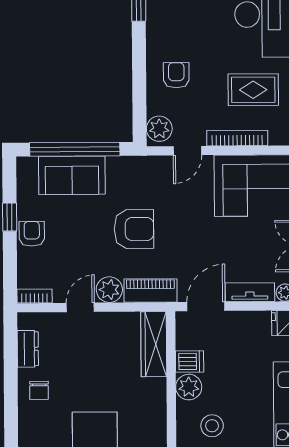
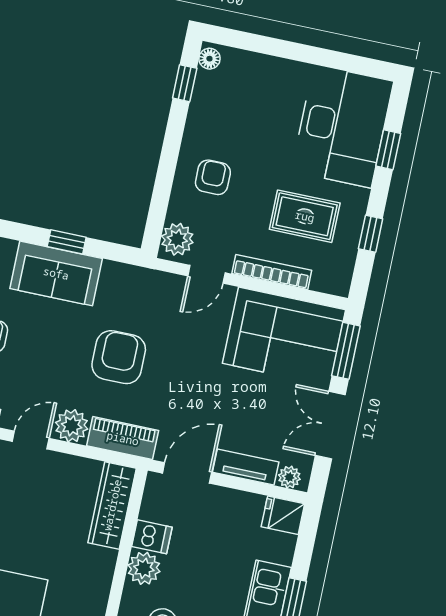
window: (75, 149) -> (67, 242), width x0.32
armchair: (134, 229) -> (119, 357), turned -90

